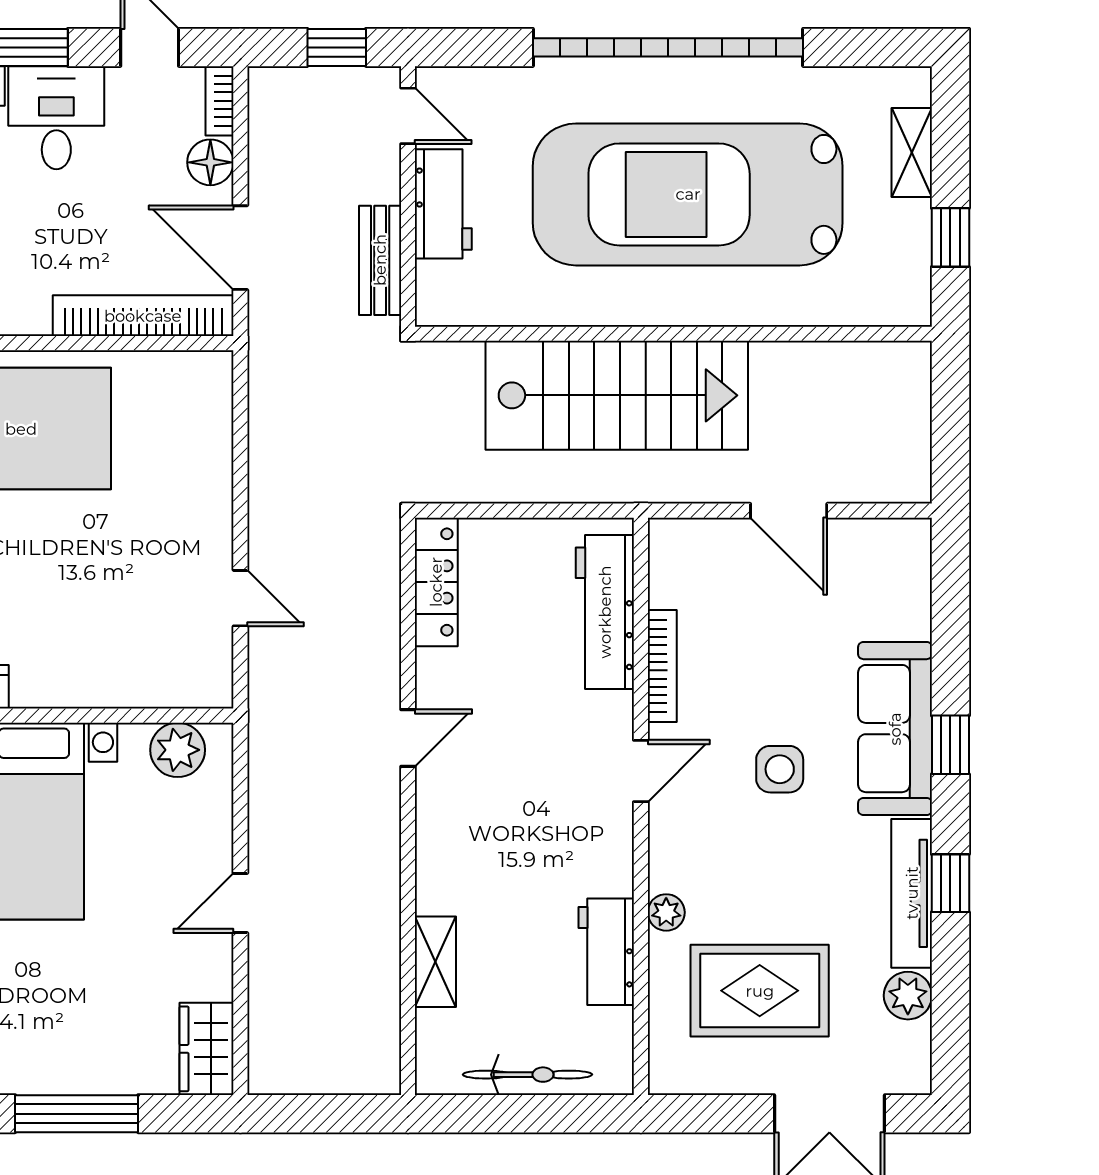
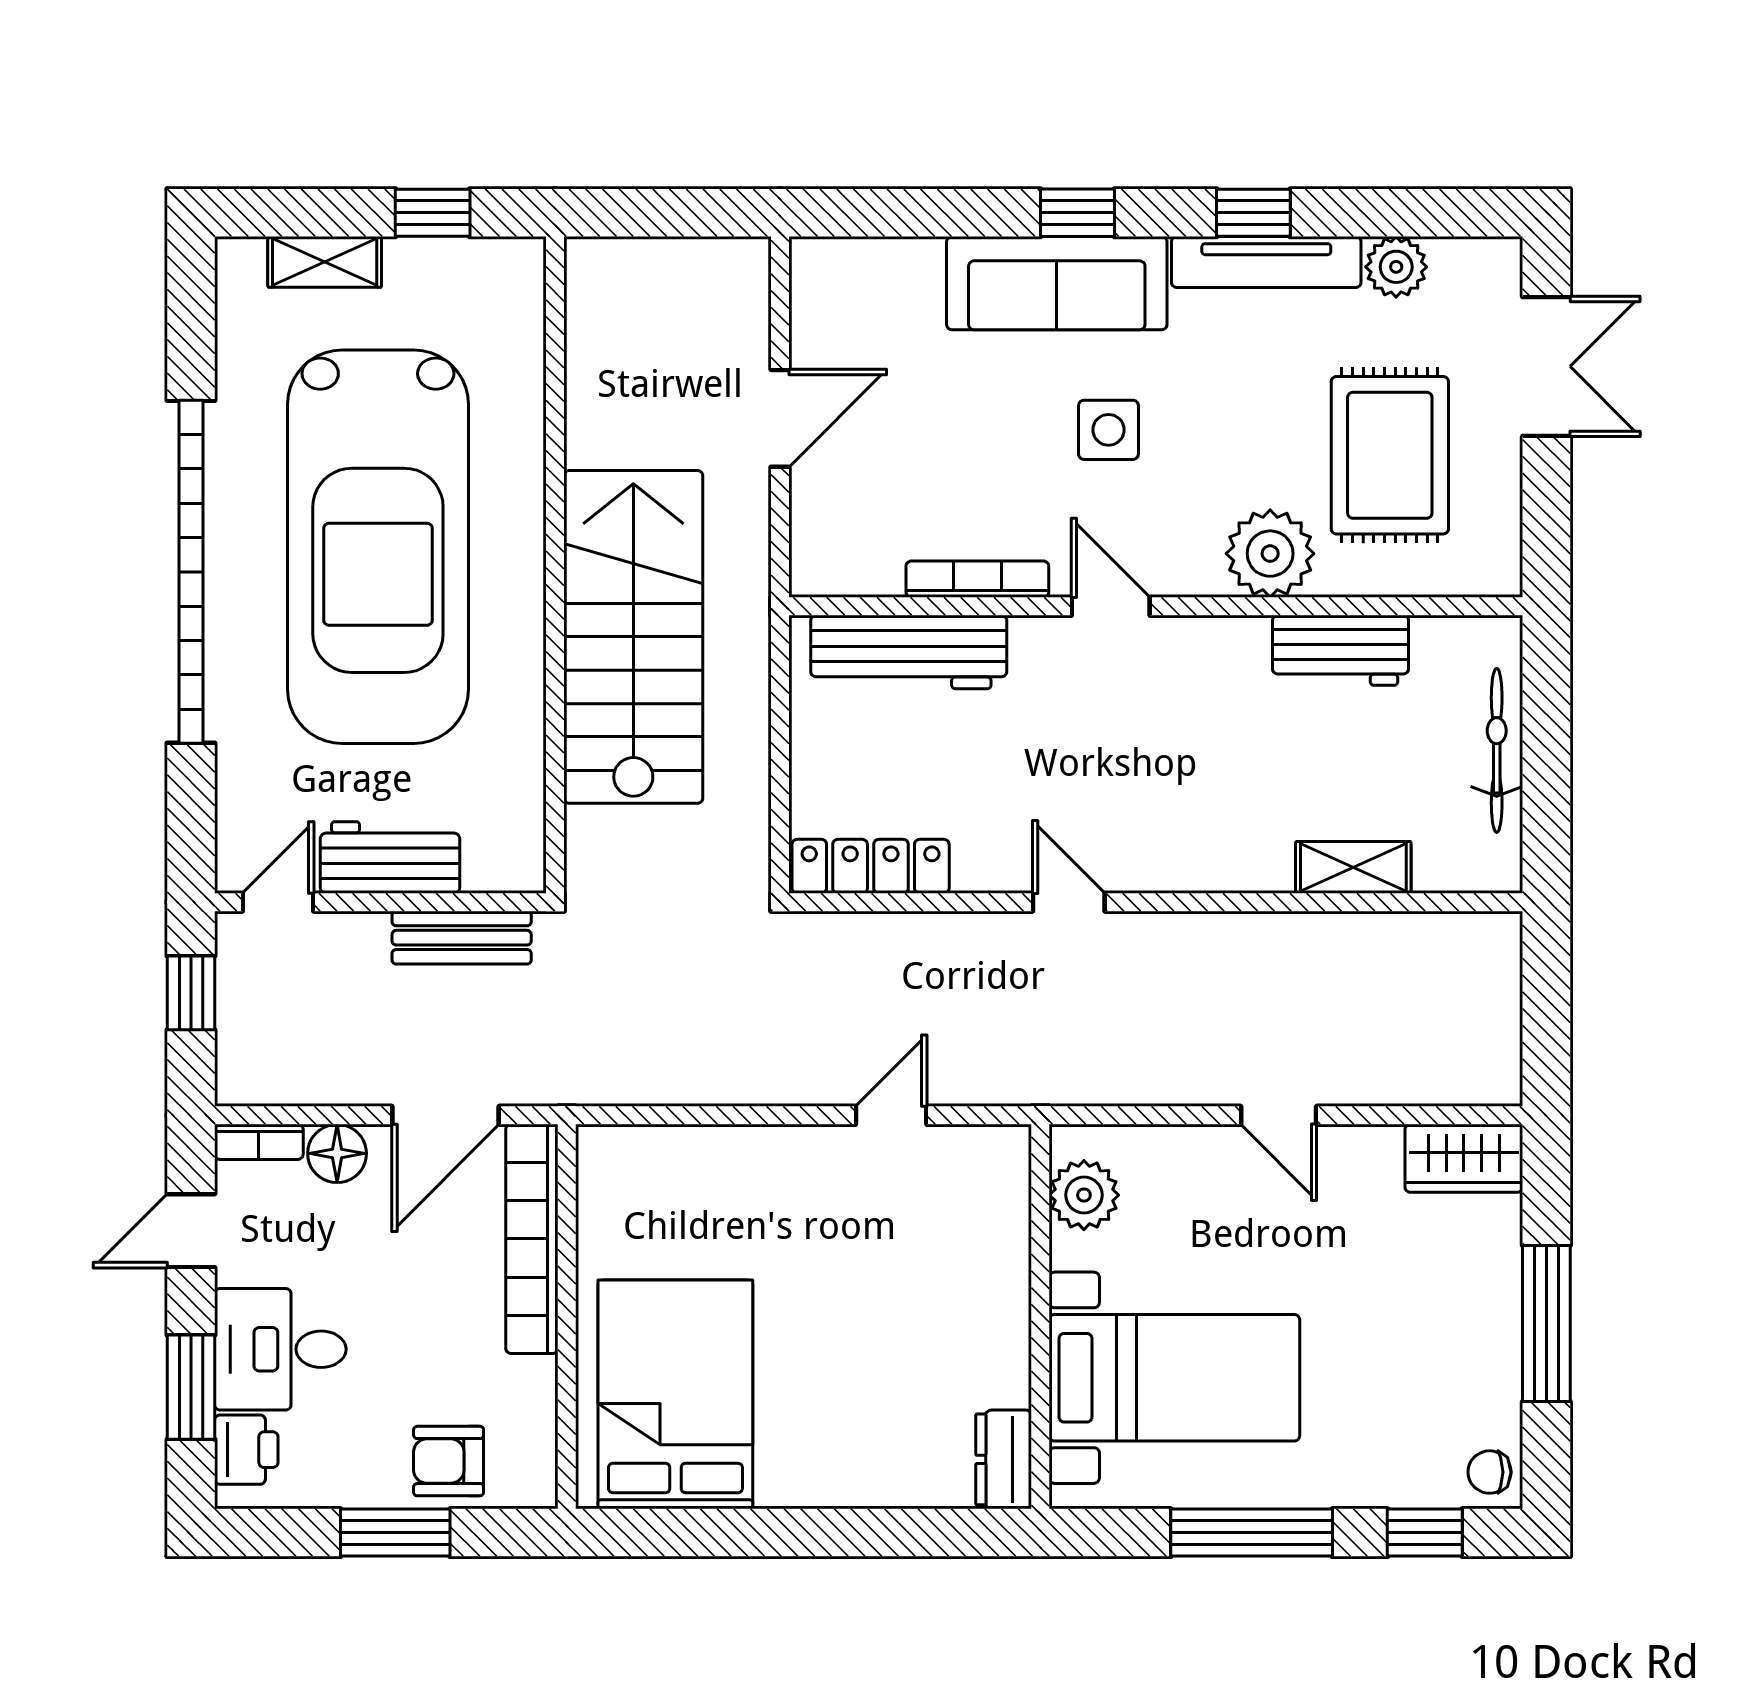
plant: (666, 912) -> (1270, 554), width x1.88, depth x1.88

